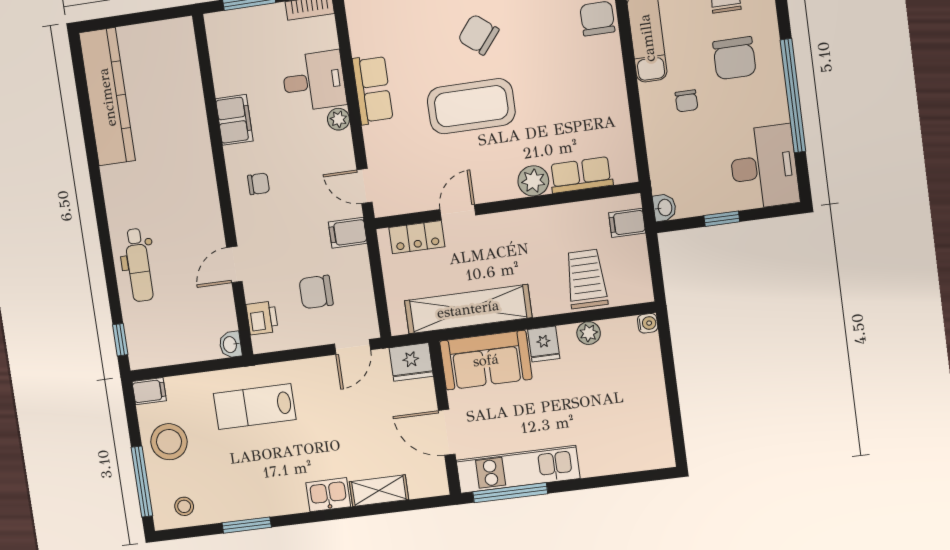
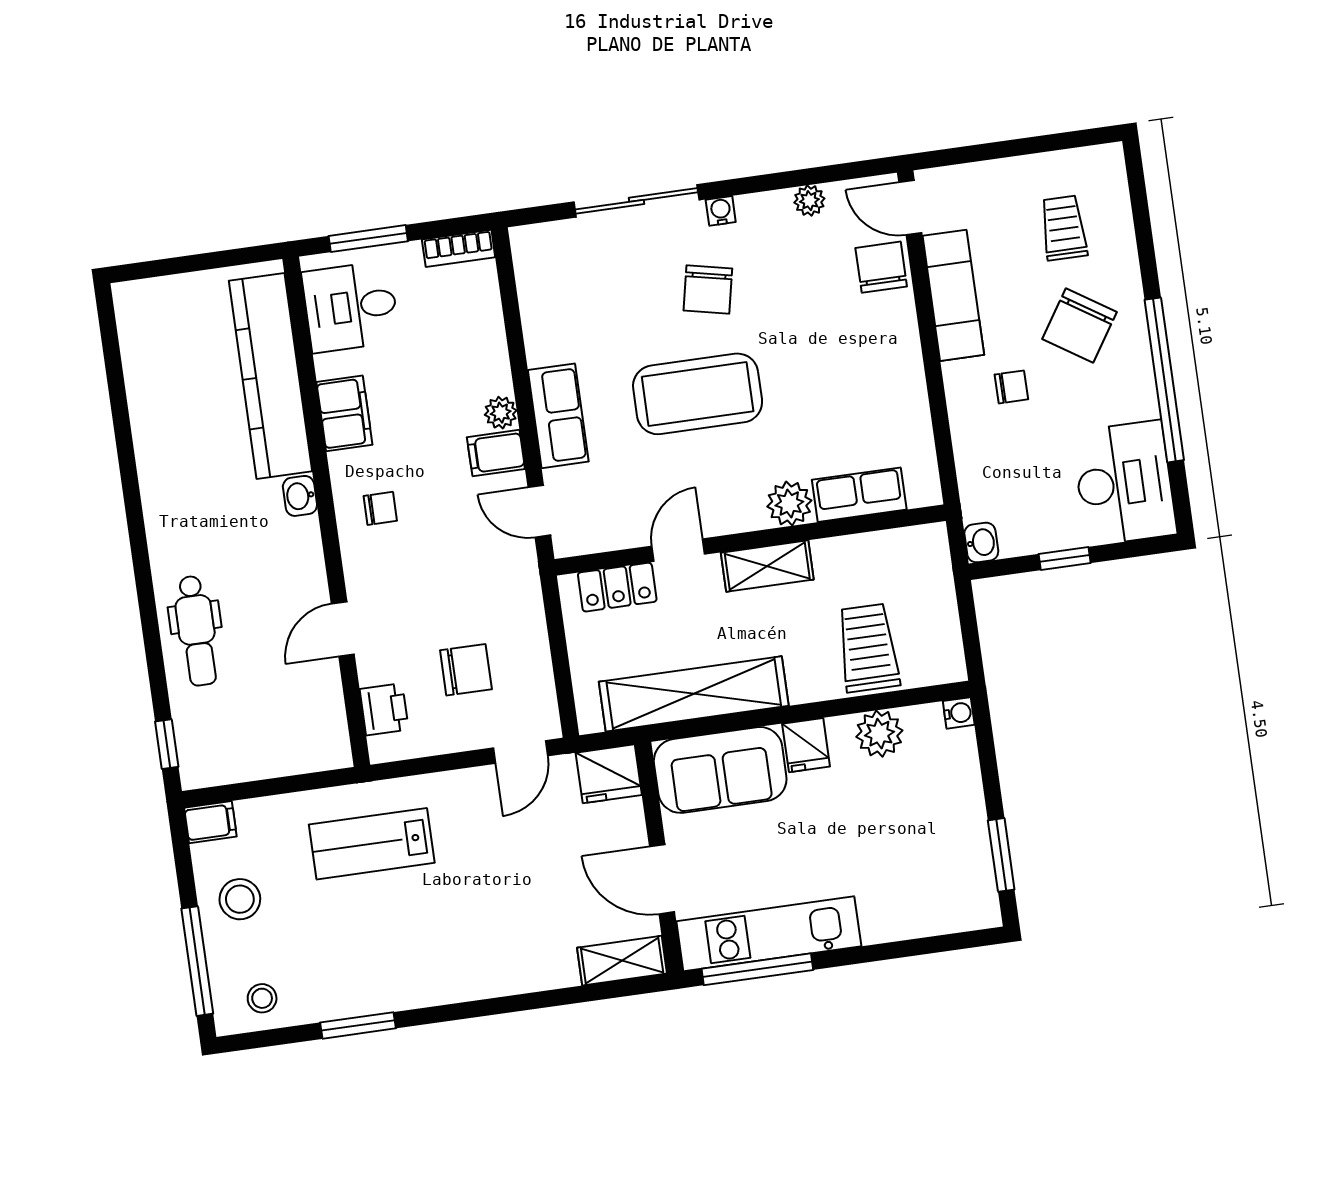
chair: (478, 35) -> (708, 289), turned -117
chair: (734, 58) -> (1079, 326), turned 33
desk: (314, 81) -> (351, 307), moved, turned 180
row of seats: (373, 90) -> (558, 416), moved
kitchen counter: (107, 97) -> (271, 376), moved, turned 180
chair: (686, 101) -> (1011, 387), turned -90
shelving: (518, 223) -> (767, 566), added
filing cabinet: (627, 223) -> (927, 565), removed
filing cabinet: (348, 233) -> (496, 453), moved
chair: (316, 292) -> (466, 670), turned 180
plant: (589, 333) -> (879, 734), width x1.38, depth x1.38
washbasin: (230, 345) -> (300, 496), moved
window: (676, 419) -> (1001, 855), added
stool: (169, 442) -> (240, 899), width x0.73, depth x0.73
shelving: (379, 491) -> (622, 961), moved
kitchen sink: (328, 495) -> (483, 977), removed

